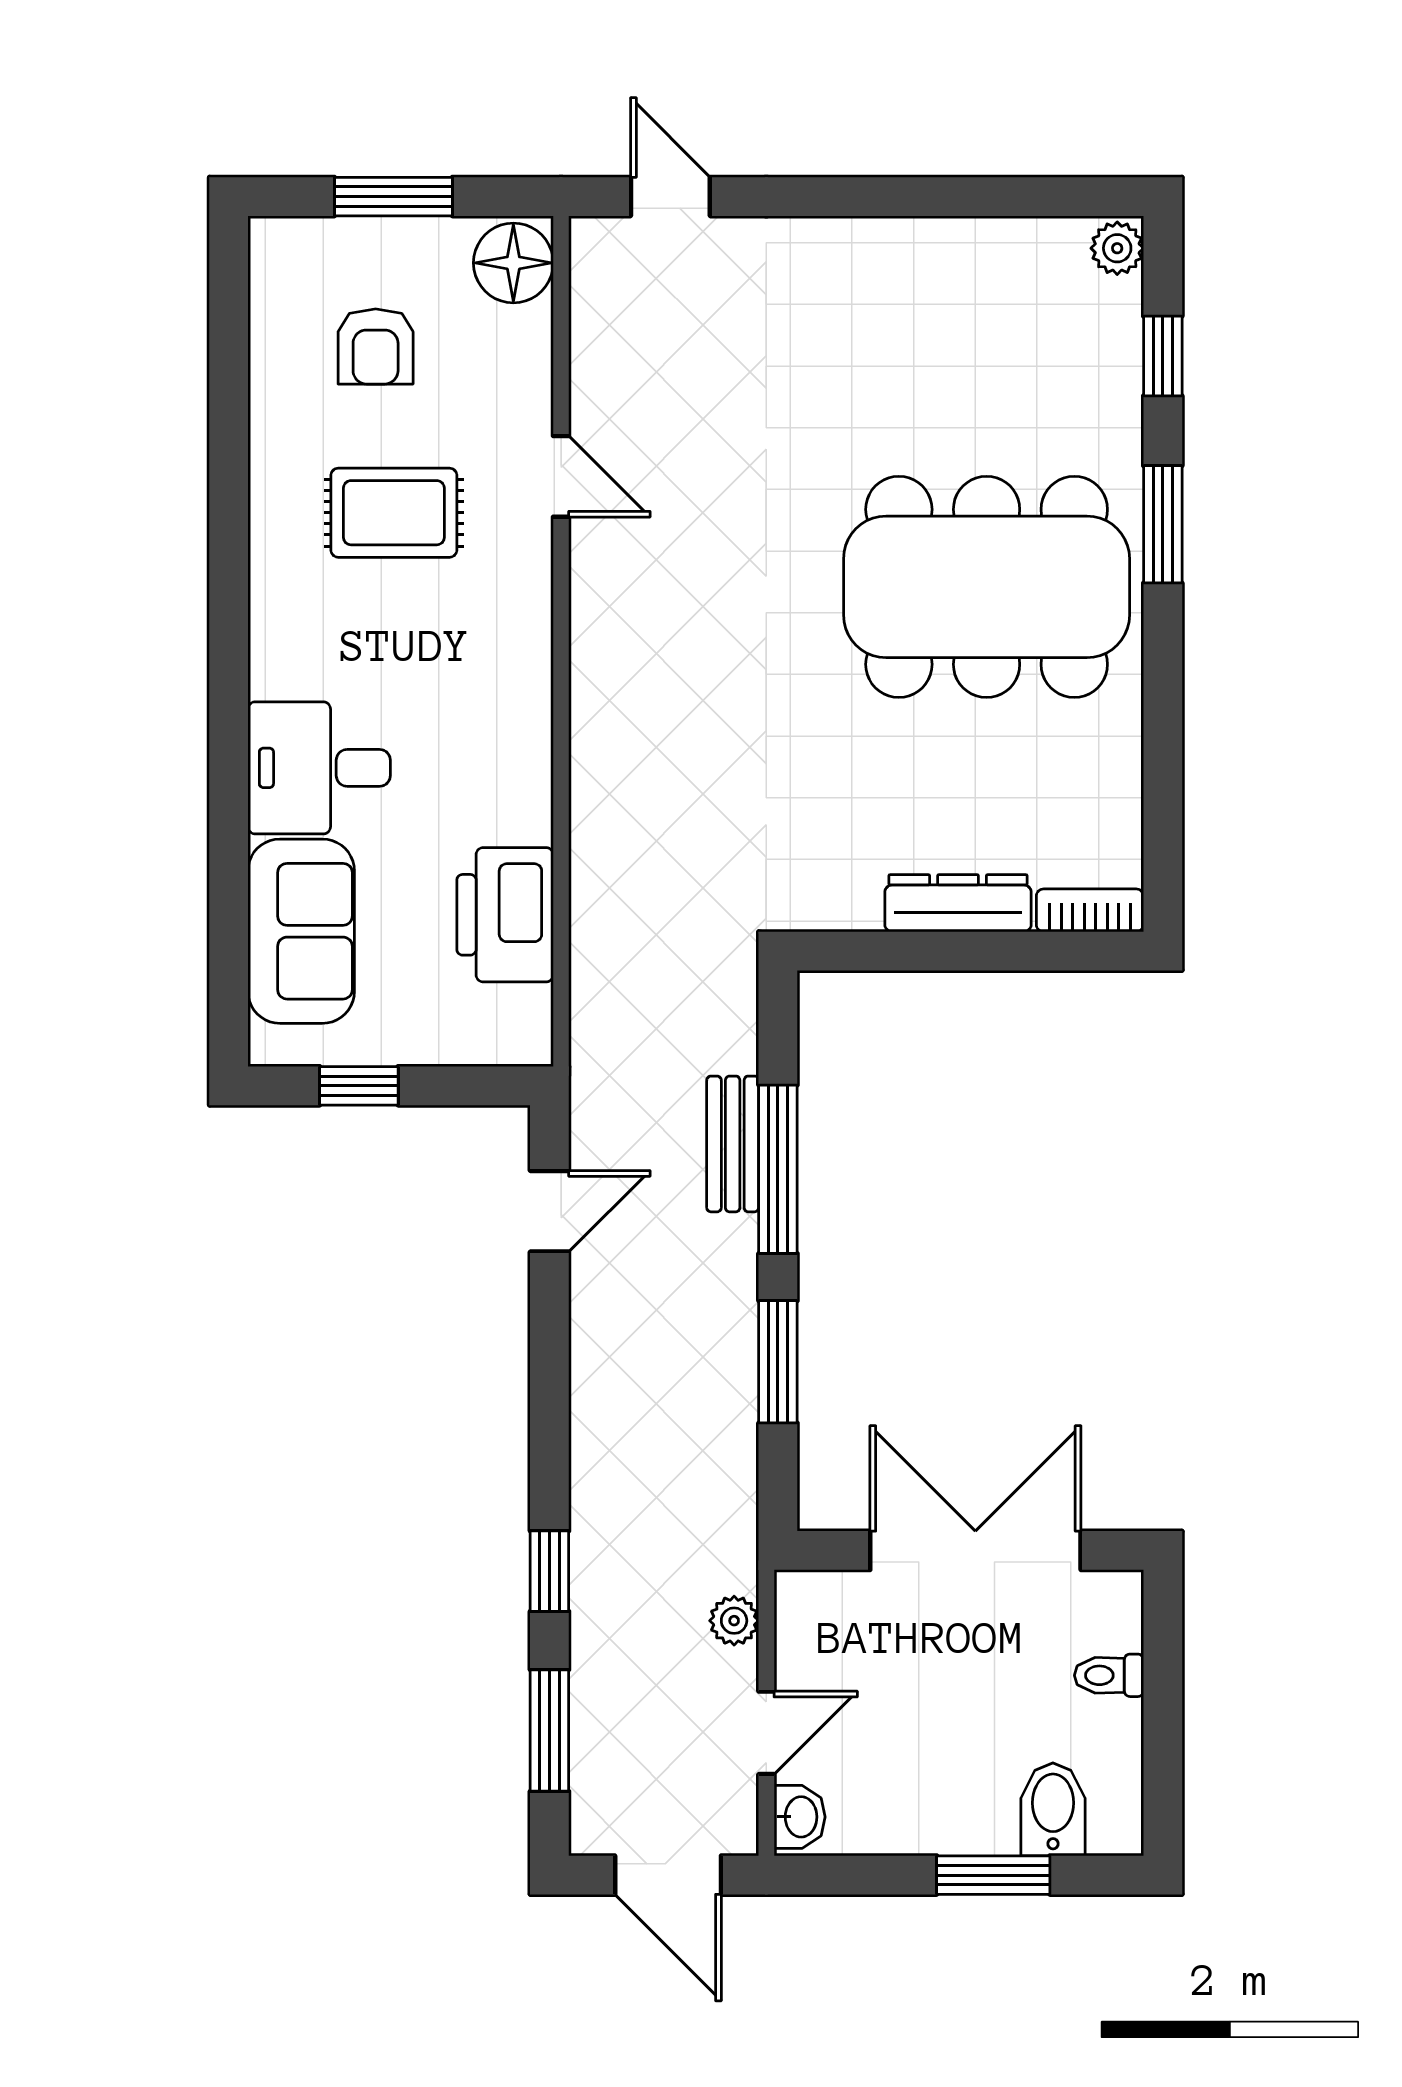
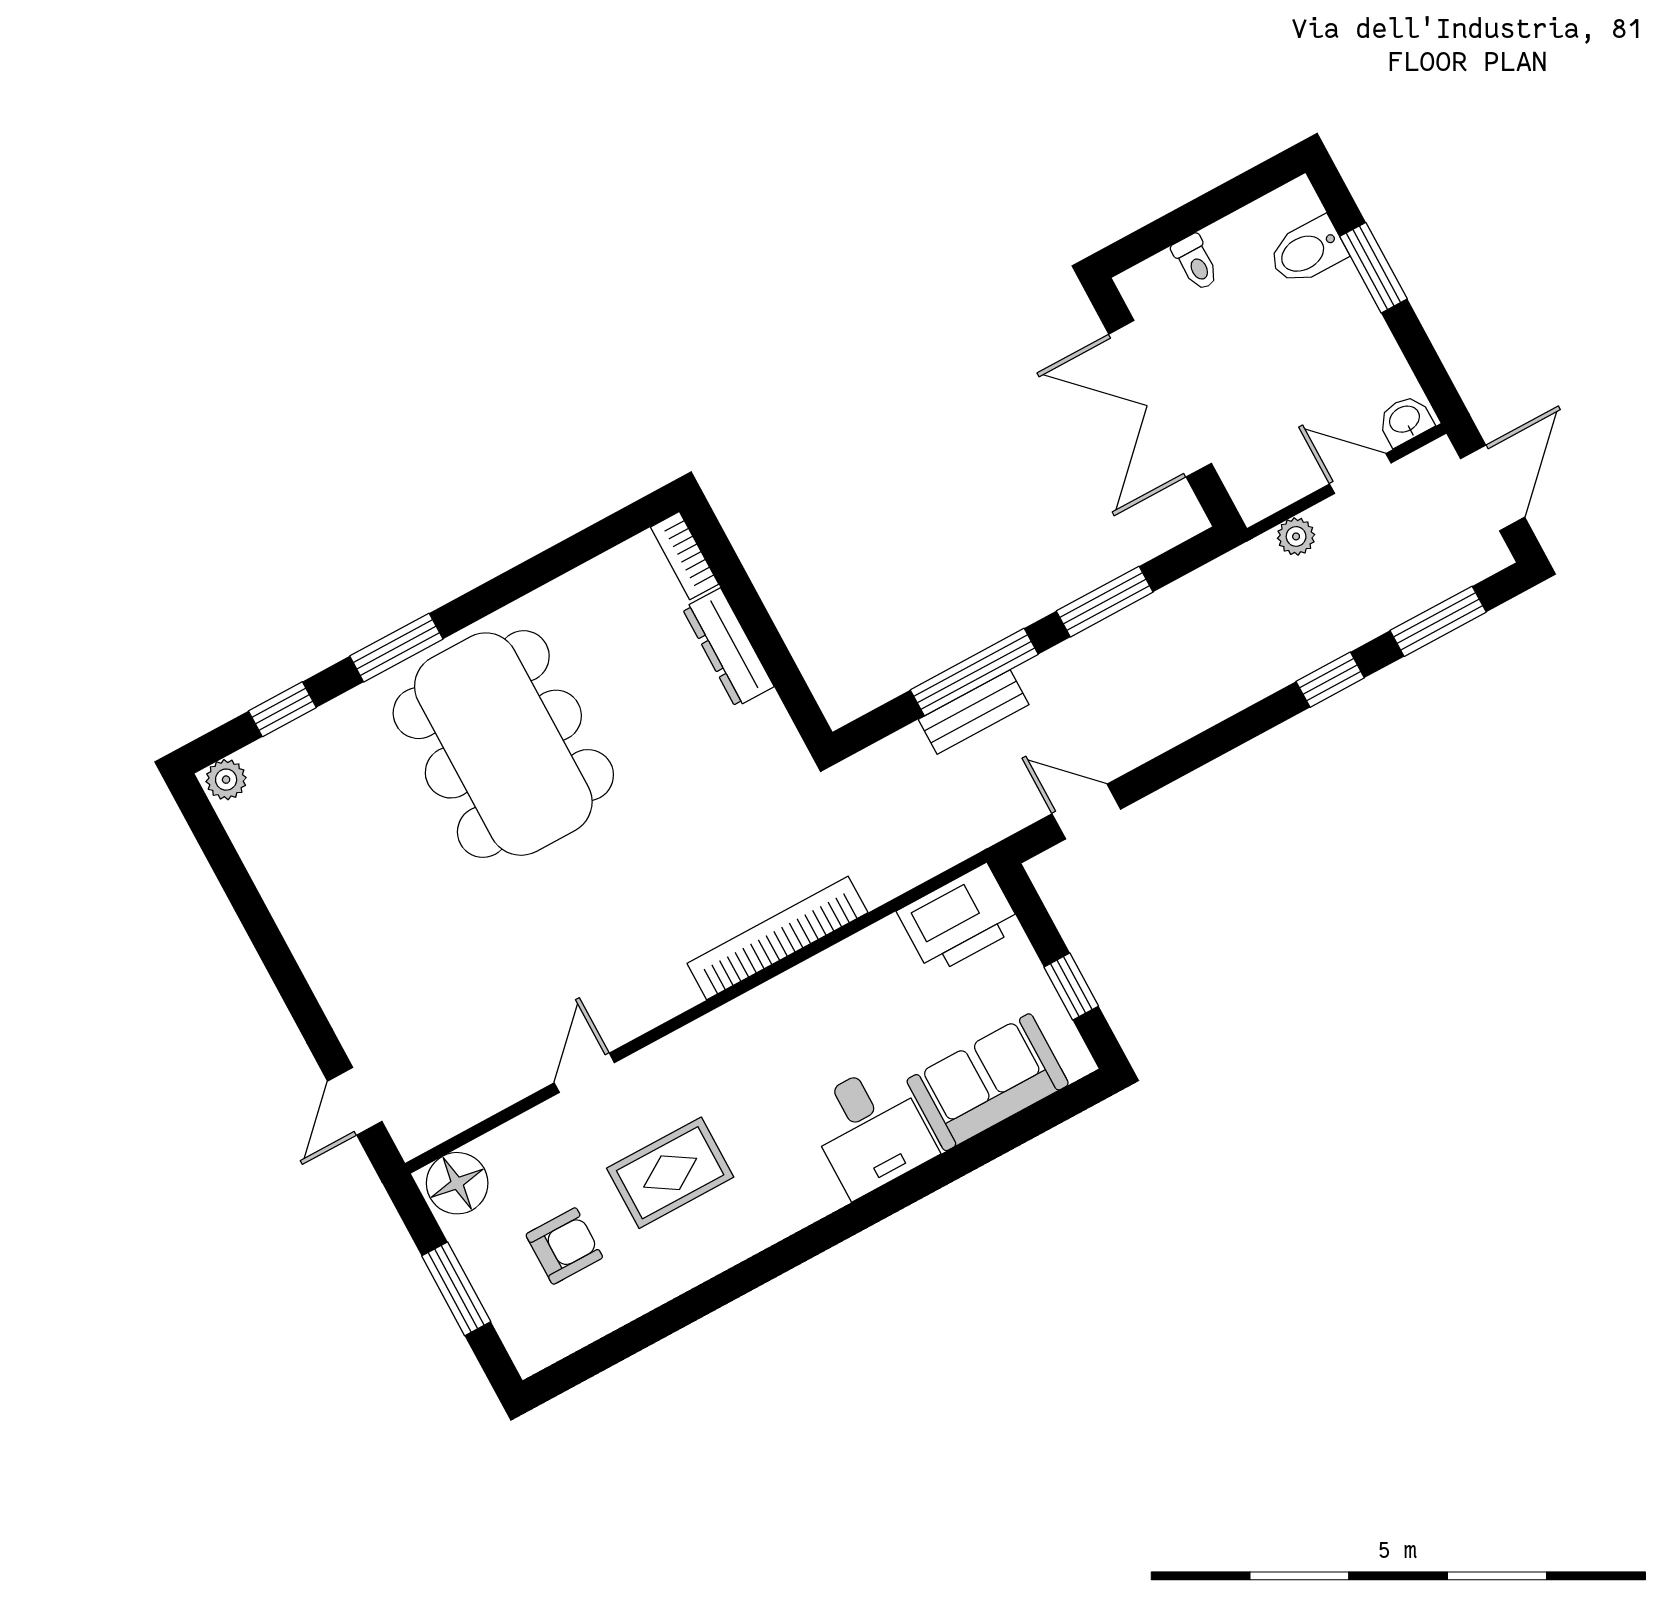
rug: (394, 513) -> (670, 1173), turned 90
bookcase: (596, 780) -> (777, 938), added
printer: (505, 915) -> (959, 919), moved

